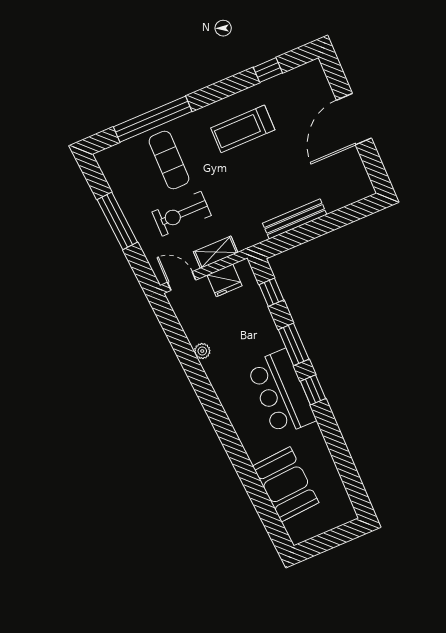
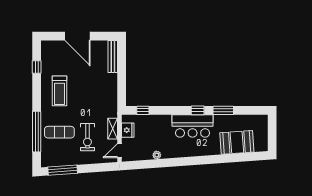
bench: (295, 219) -> (113, 57), moved
window: (117, 221) -> (63, 170), moved
window: (294, 344) -> (223, 110), moved

